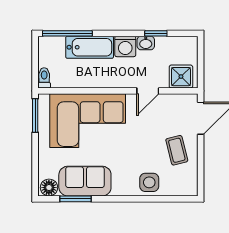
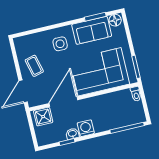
bathtub: (90, 47) -> (110, 122), removed
door: (148, 91) -> (63, 102), width x1.87
side table: (149, 182) -> (60, 44), moved

